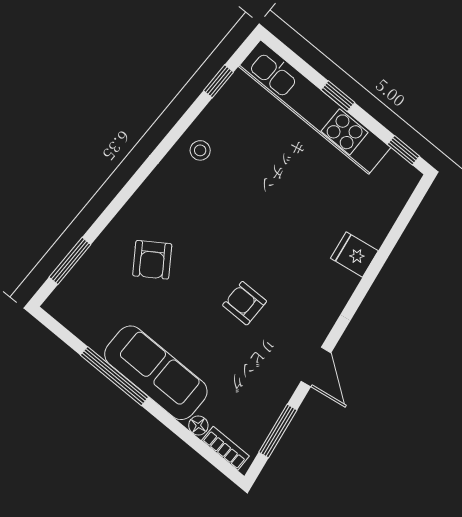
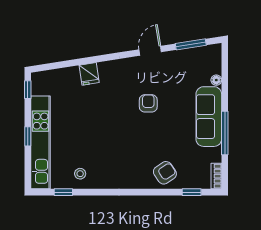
stool: (200, 150) -> (80, 174), moved
armchair: (152, 260) -> (165, 173), moved
window: (70, 261) -> (192, 192), width x0.67
armchair: (245, 303) -> (148, 103), turned 180
bookcase: (225, 448) -> (216, 176), moved

